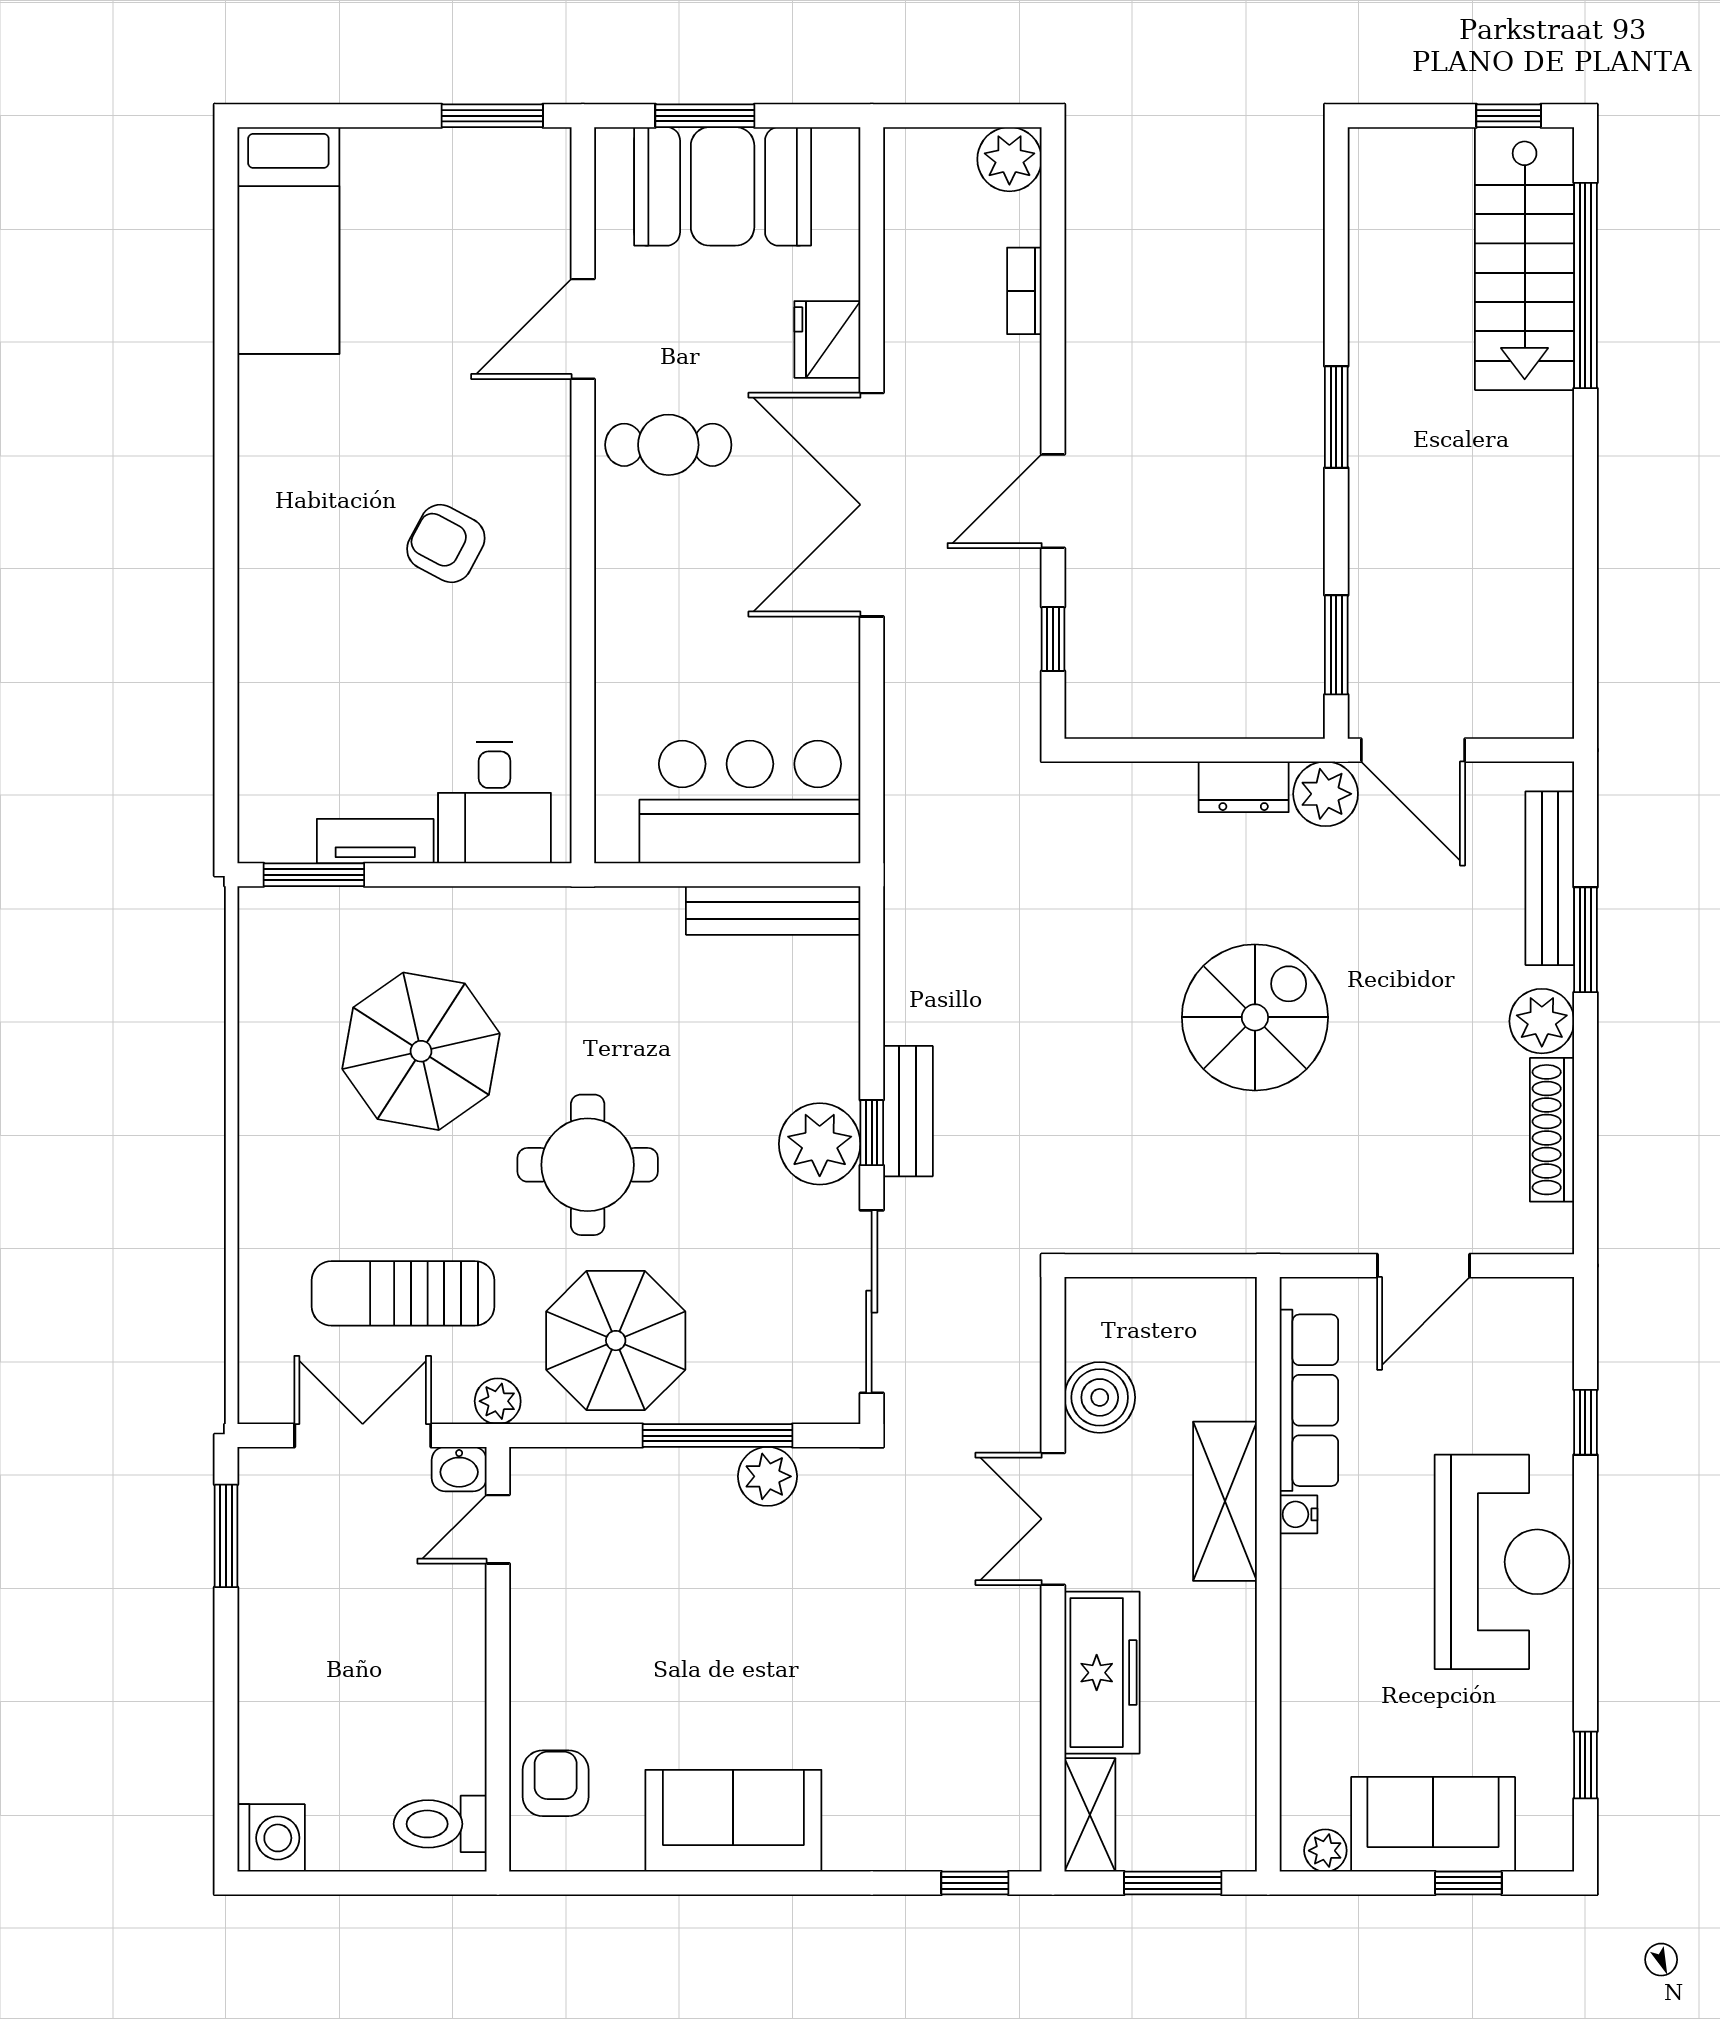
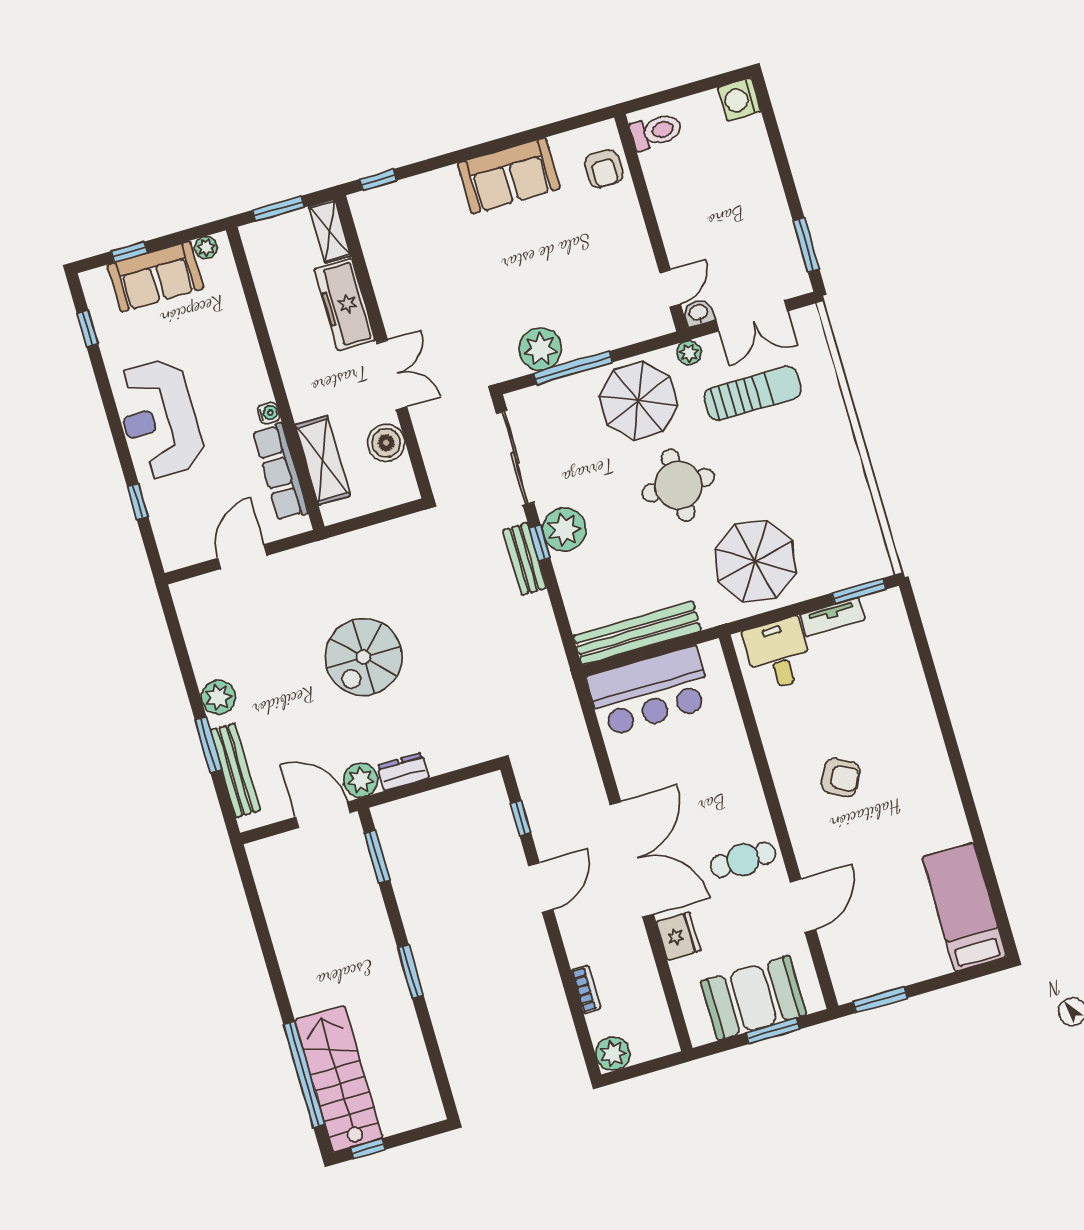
bench: (773, 910) -> (637, 633), width x1.37, depth x1.21
parasol: (421, 1051) -> (755, 561), moved
shoe rack: (1552, 1130) -> (197, 644), removed
plant: (767, 1476) -> (540, 349), width x1.36, depth x1.36
shelving: (1225, 1501) -> (323, 460), moved

